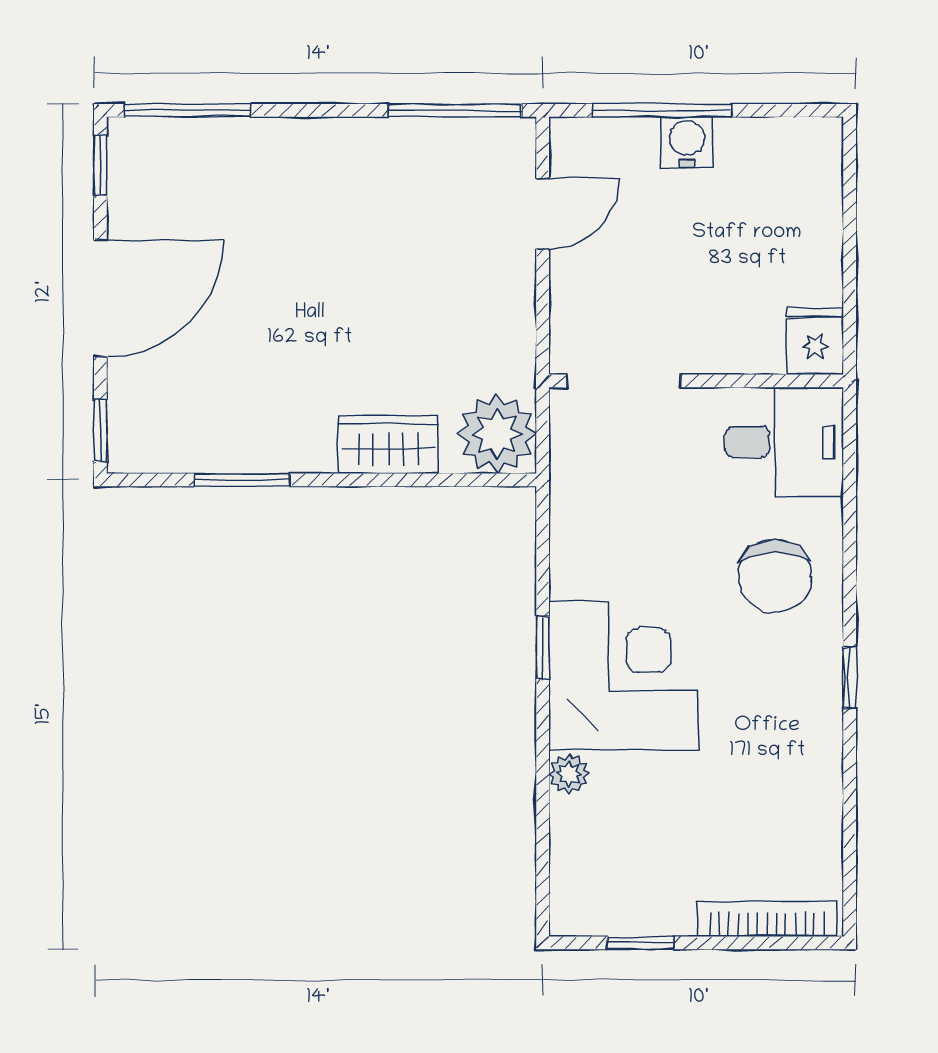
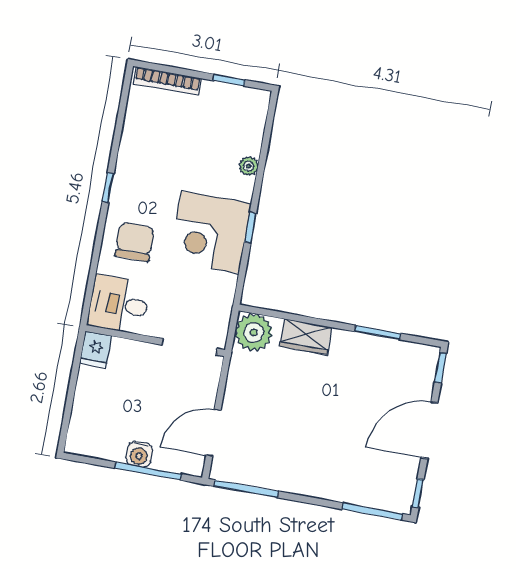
door: (543, 213) -> (213, 433), width x1.38
corner desk: (623, 675) -> (210, 232), moved

